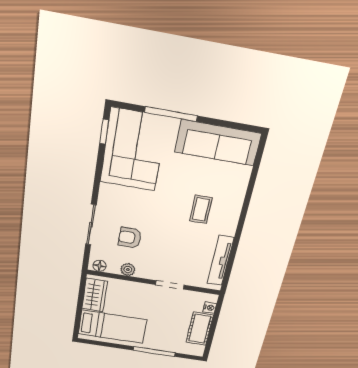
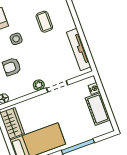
side table: (154, 210) -> (16, 39), added
plant: (128, 270) -> (39, 85), moved

